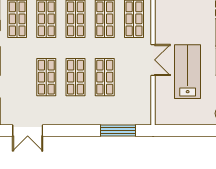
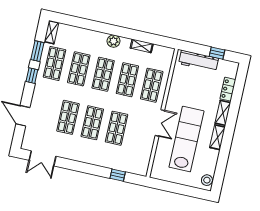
lab bench: (188, 72) -> (186, 139), width x1.36
window: (118, 131) -> (118, 175), width x0.46

